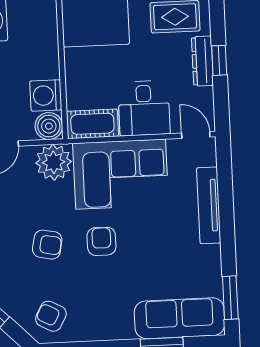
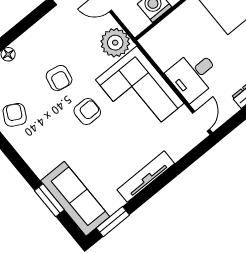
cot: (92, 124) -> (159, 49), removed
boiler: (49, 126) -> (136, 22), removed
tv unit: (209, 205) -> (146, 177), moved

